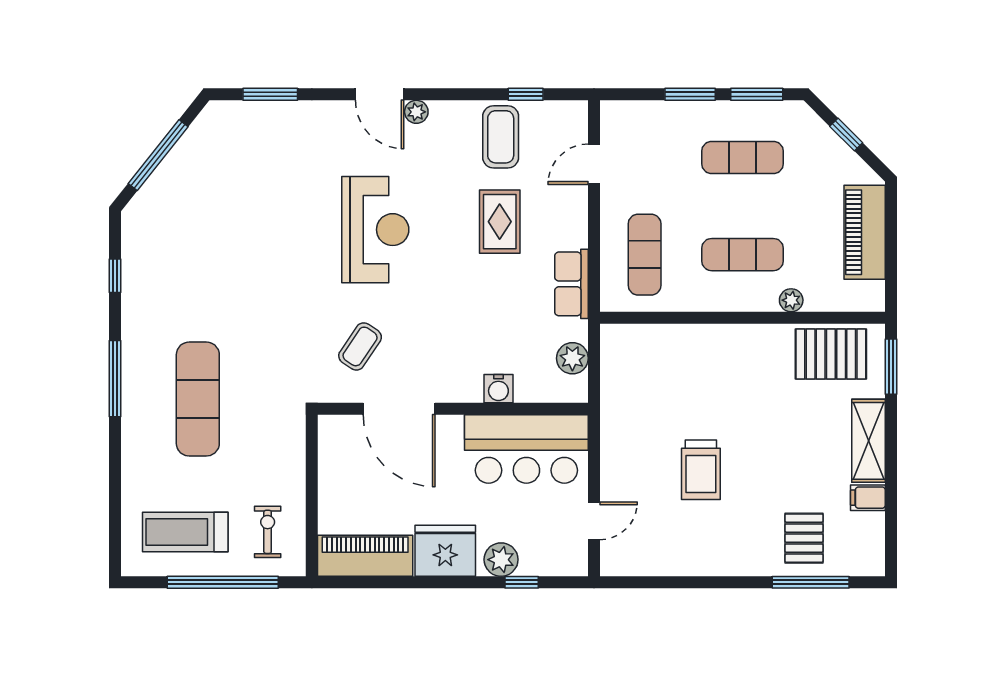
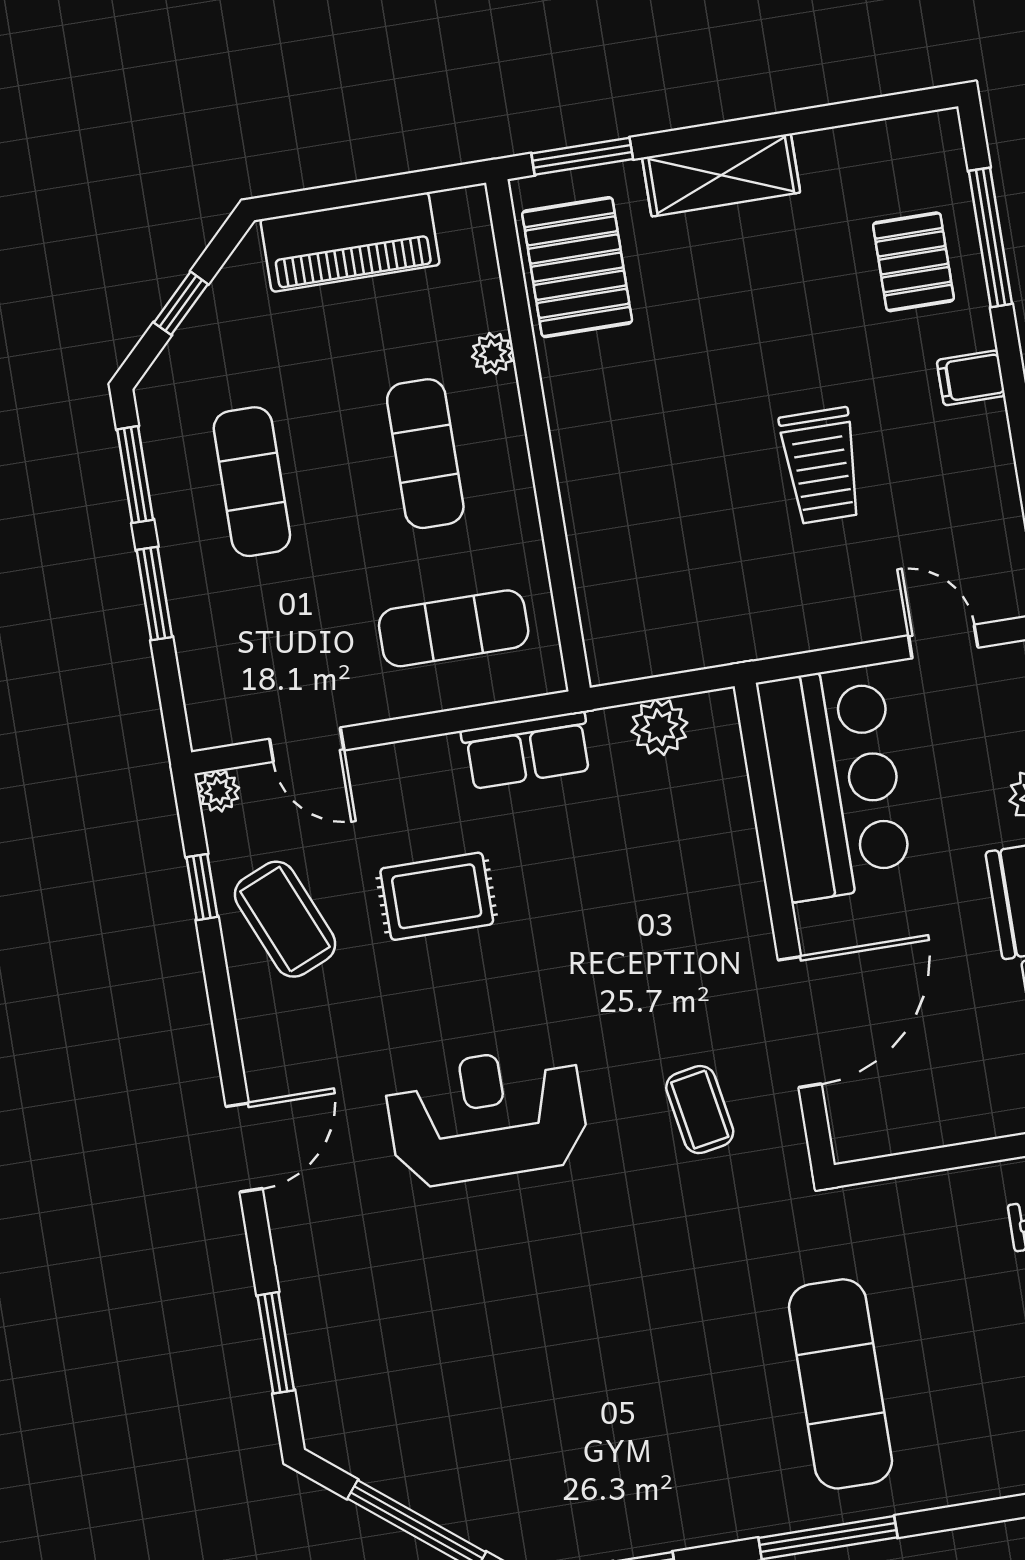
plant: (416, 112) -> (218, 791), moved
coffee table: (501, 137) -> (285, 919), turned 67
coffee table: (360, 346) -> (700, 1110), turned 46
water cooler: (498, 389) -> (735, 850), removed
exercise mat: (198, 399) -> (841, 1384), turned 90
trolley: (701, 470) -> (821, 466), turned 90
filing cabinet: (868, 498) -> (971, 378), moved, turned 90
pallet: (804, 538) -> (913, 262), turned 90

